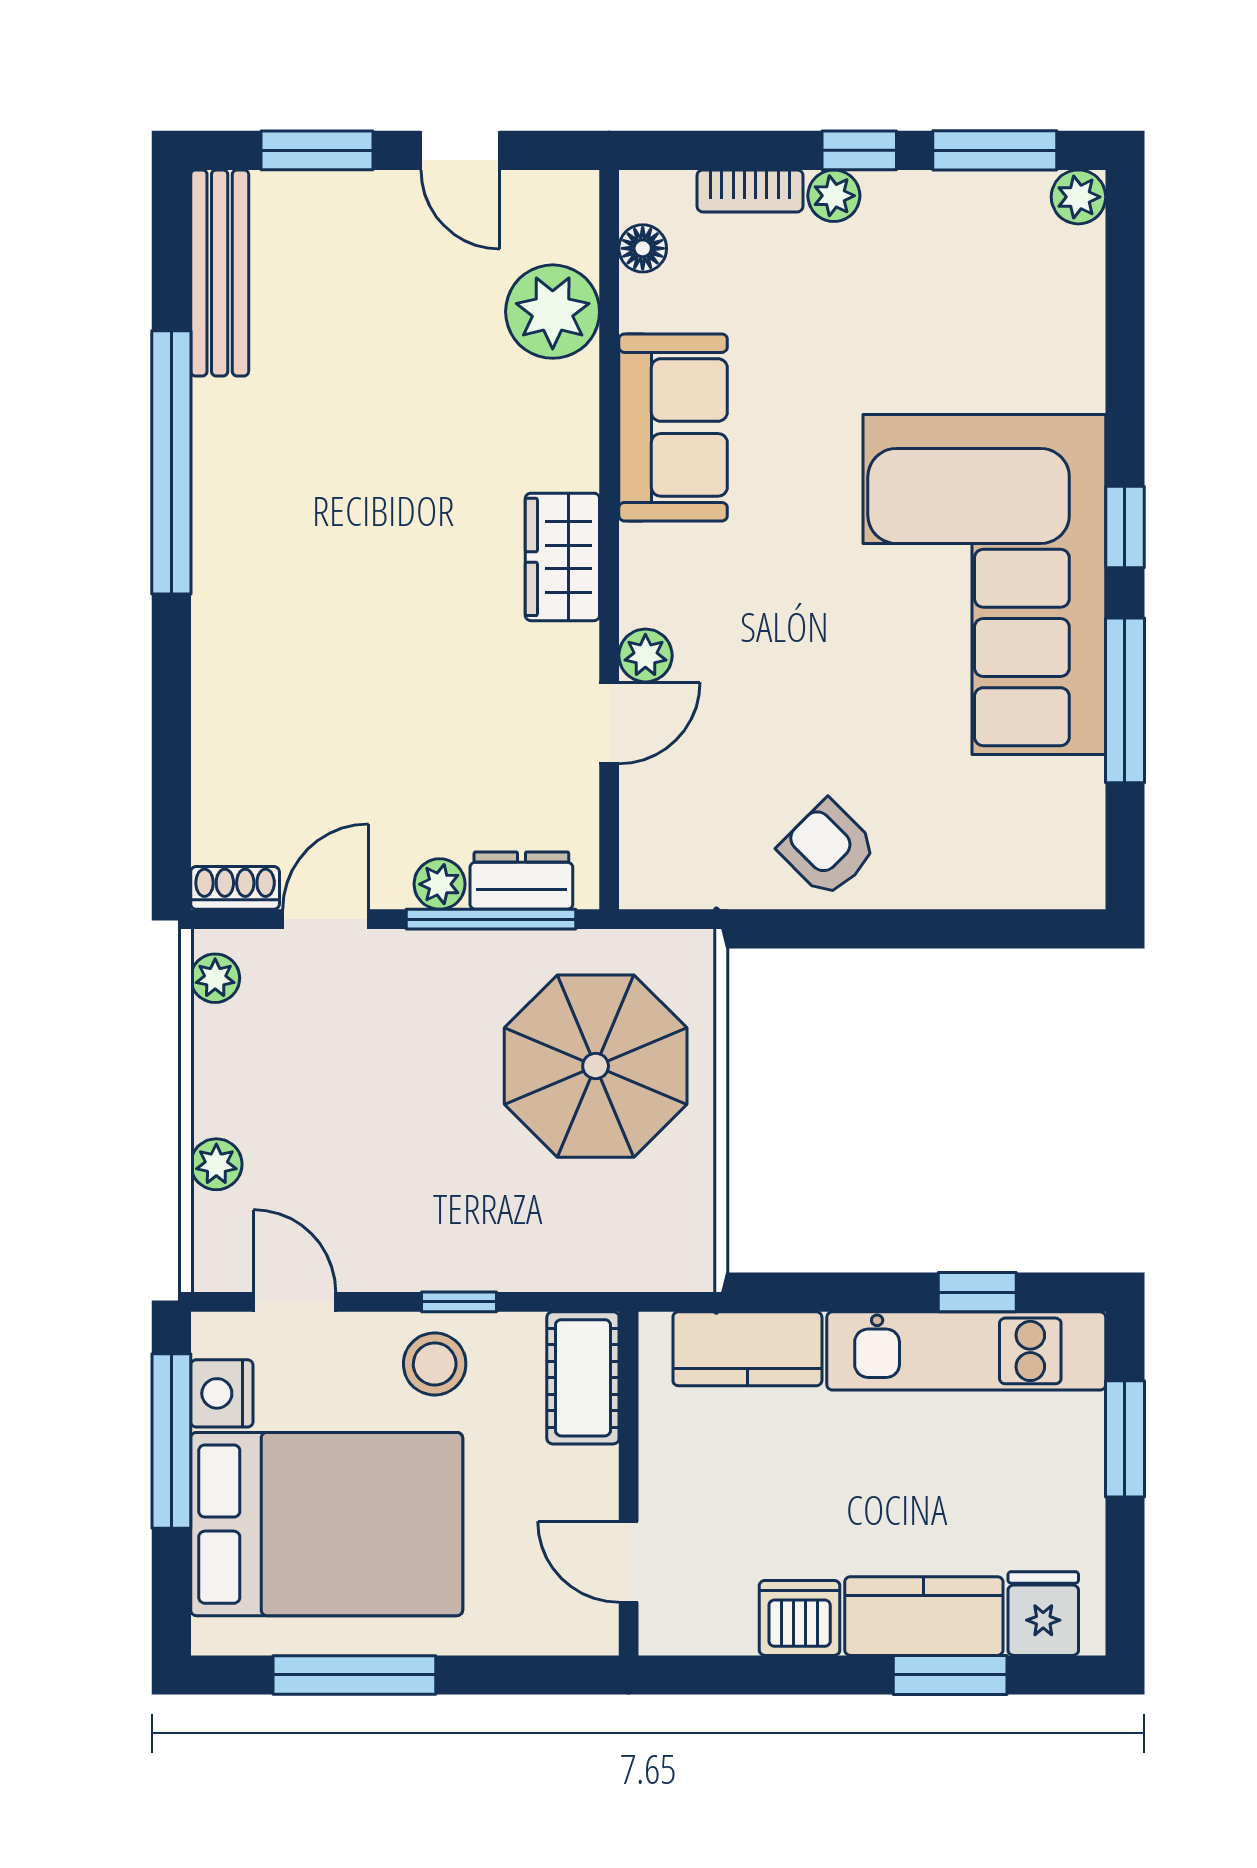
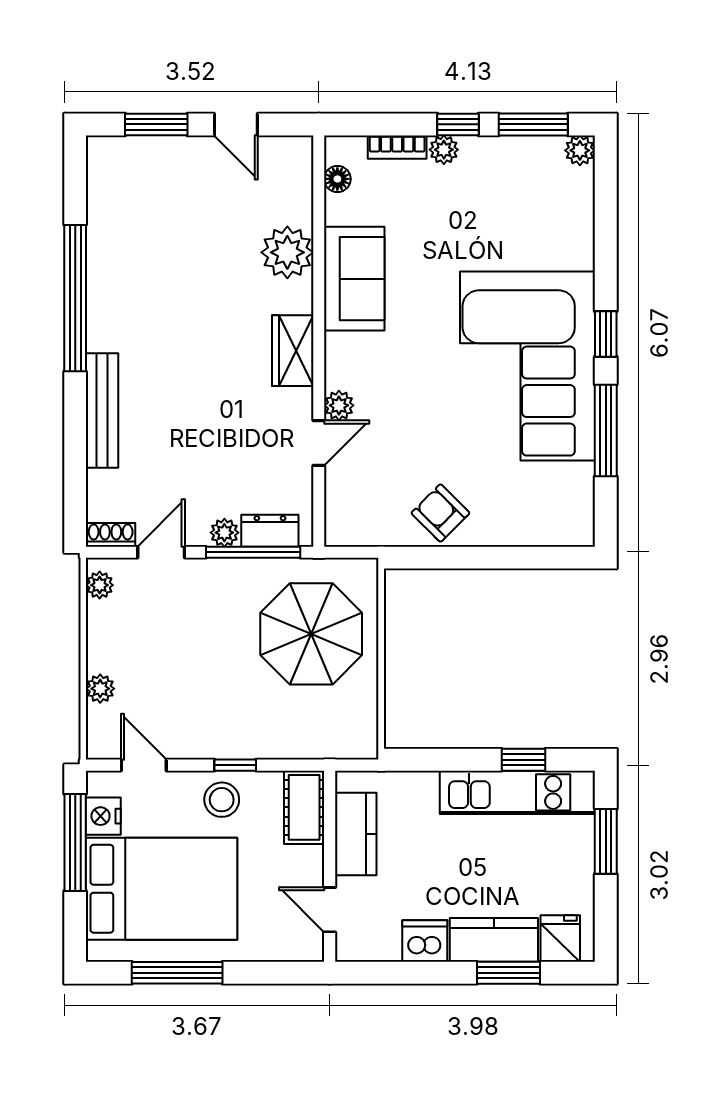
bench: (220, 273) -> (102, 411), moved
plant: (553, 312) -> (287, 252), moved
kitchen counter: (747, 1349) -> (356, 834), moved, turned -90

